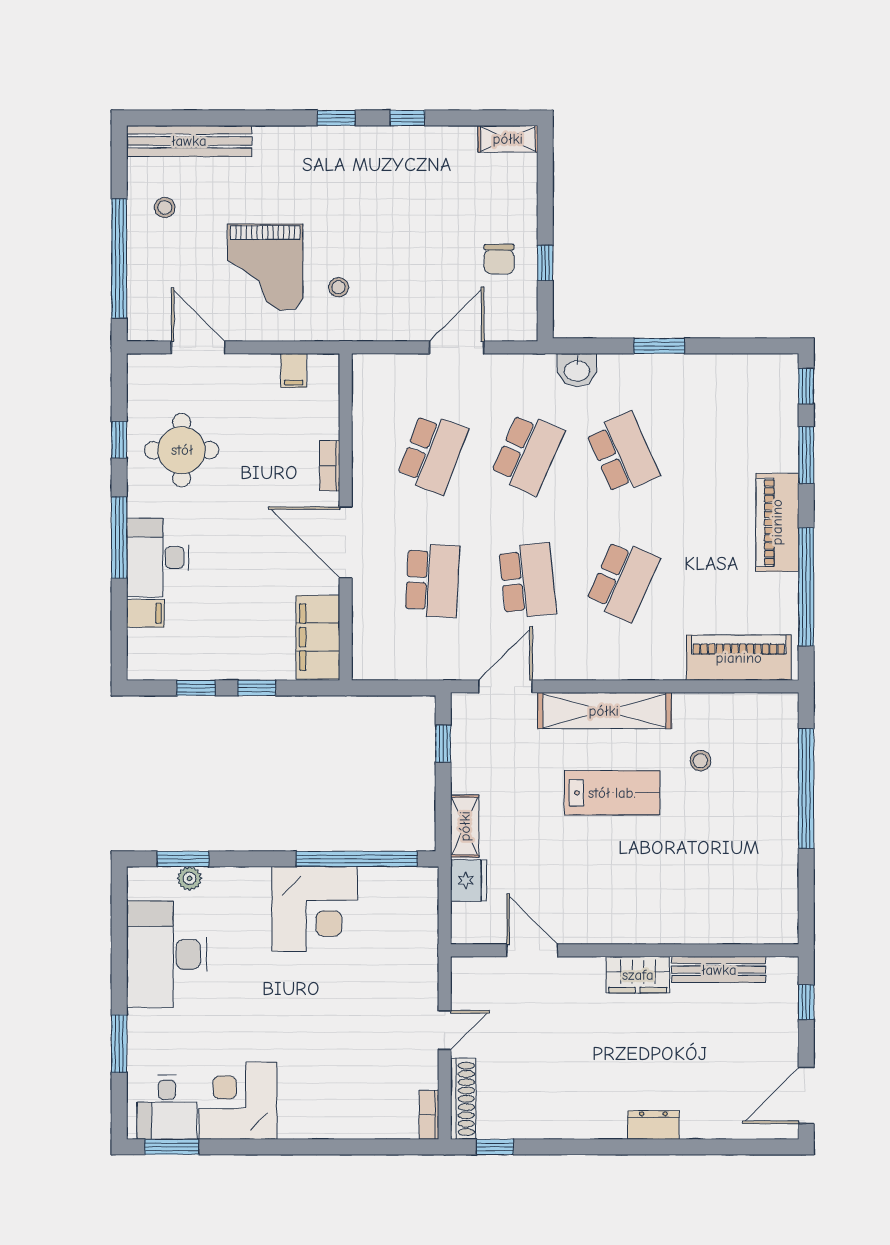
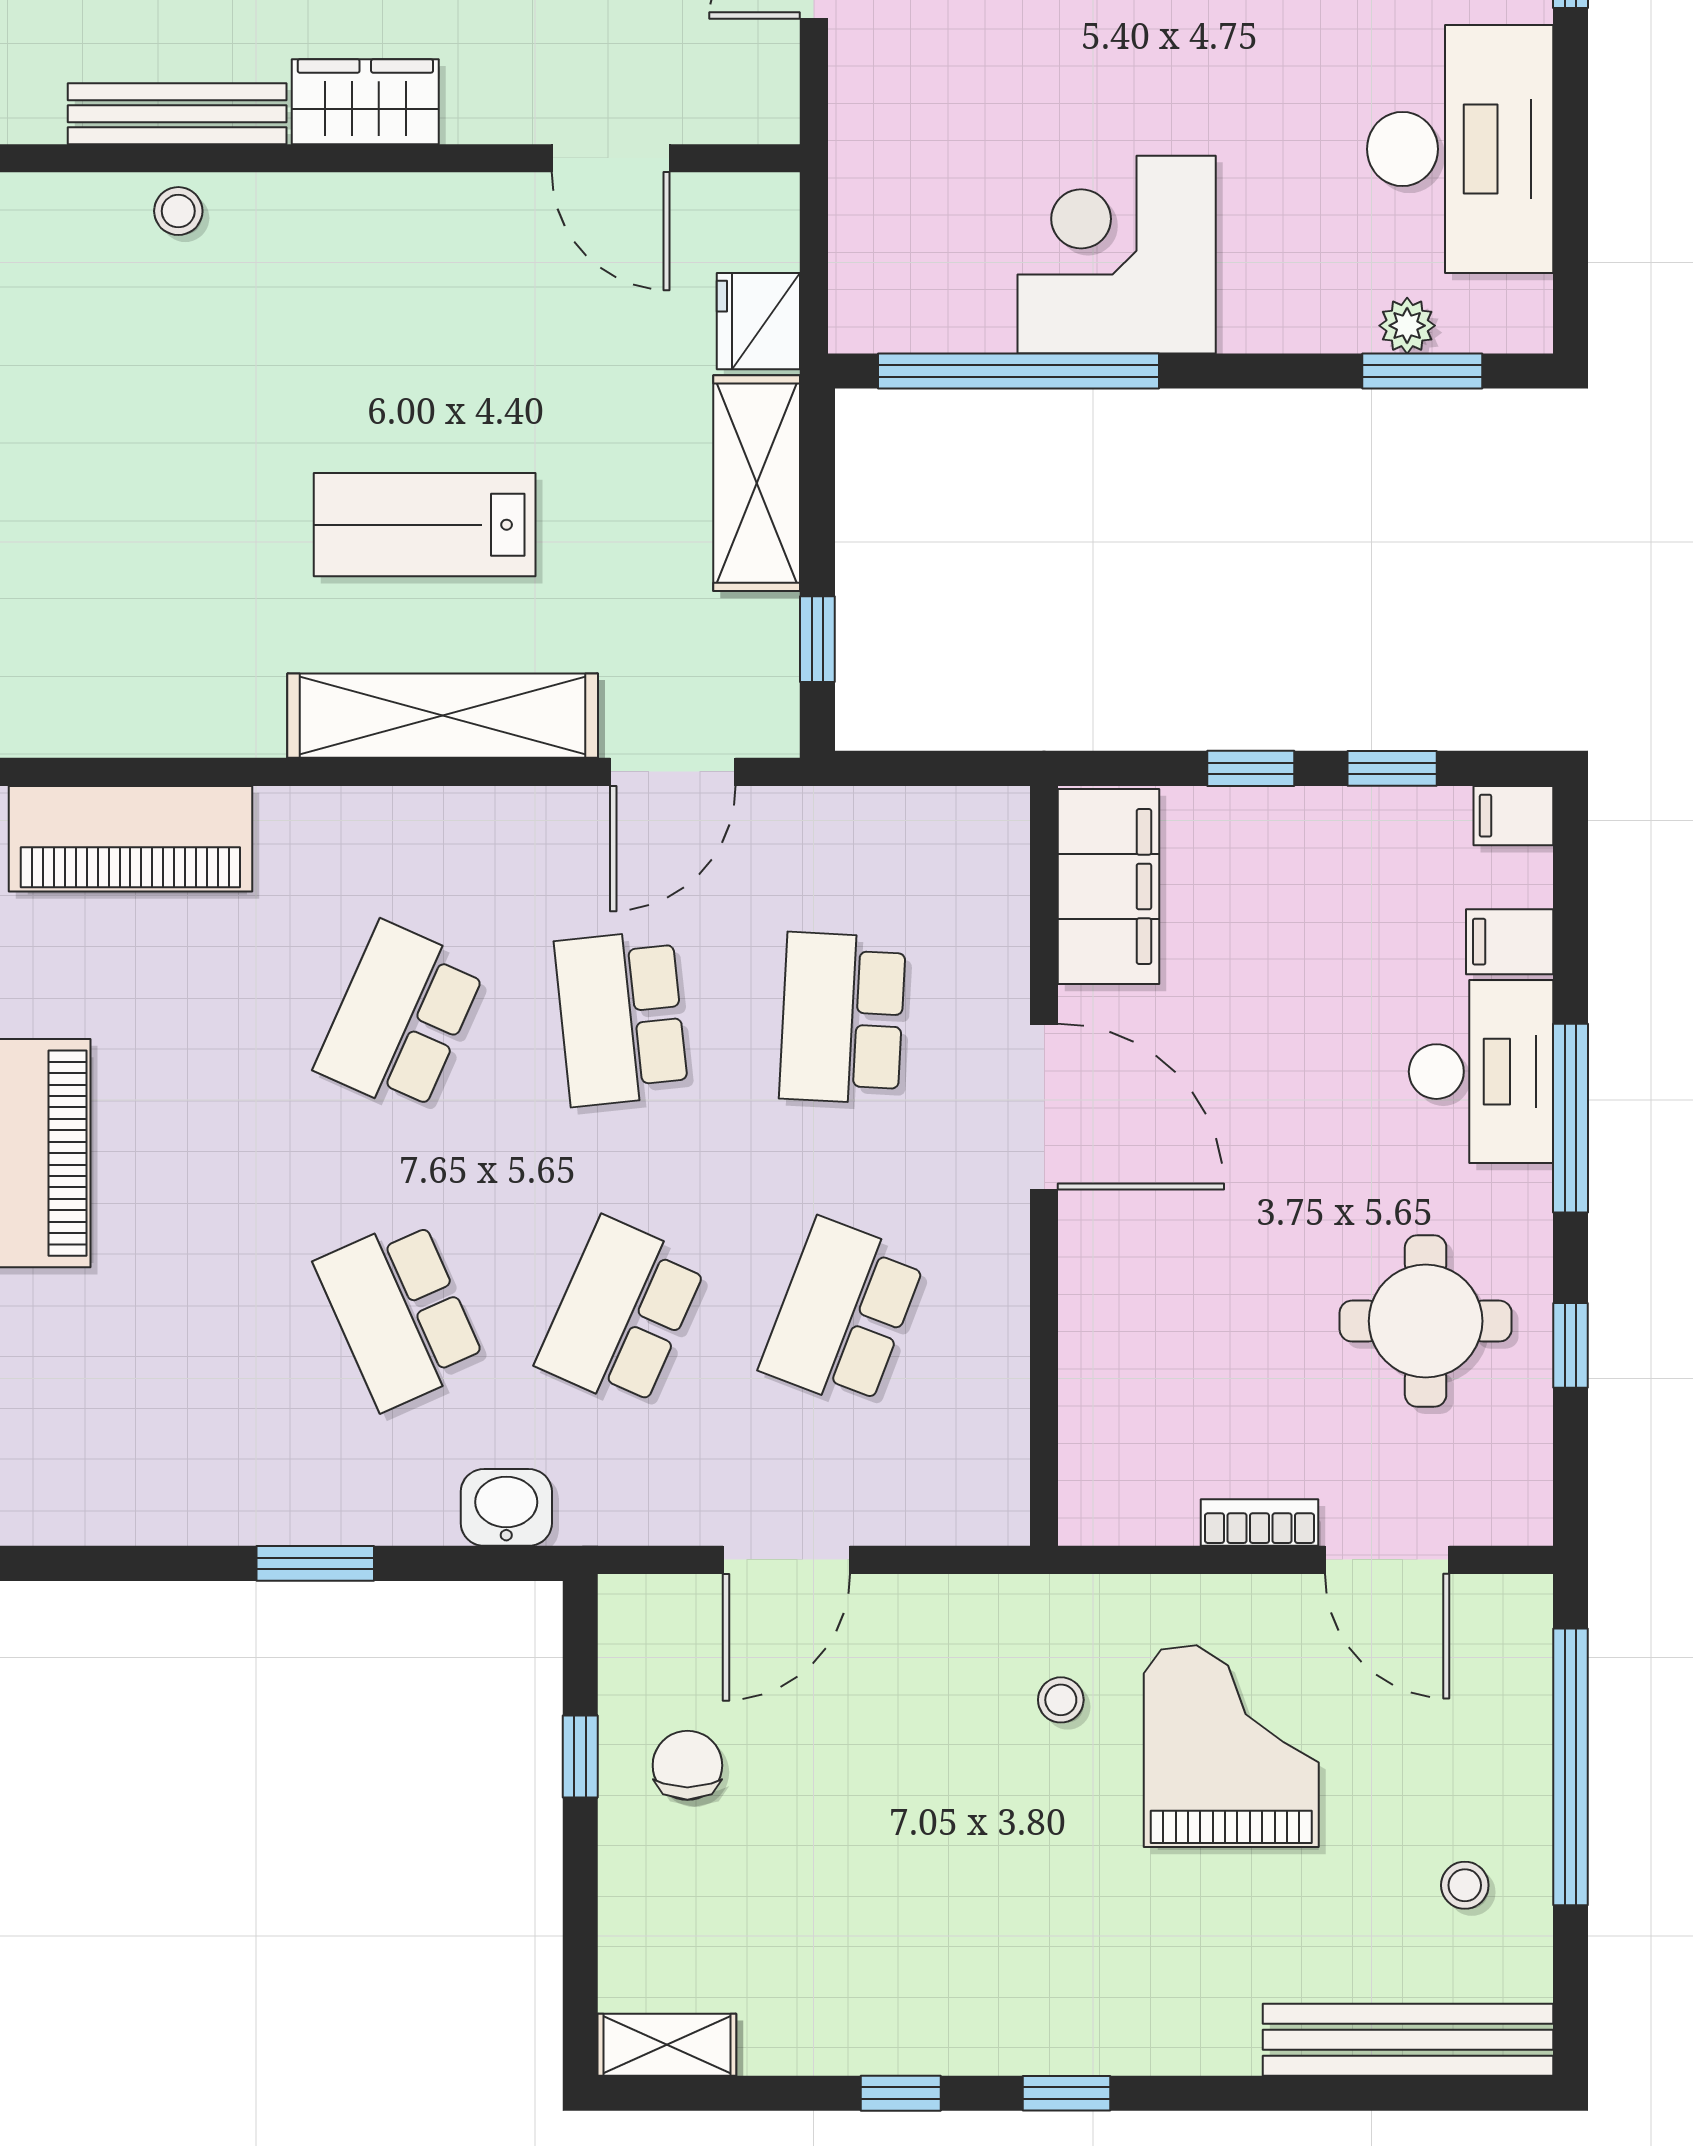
filing cabinet: (294, 371) -> (1513, 816), moved, turned -90
bookcase: (330, 466) -> (1260, 1522), moved, turned -90
stool: (700, 761) -> (178, 211), moved
shelving: (465, 826) -> (757, 483), width x1.50, depth x1.33

